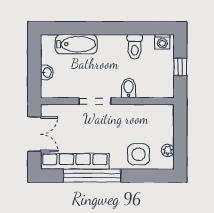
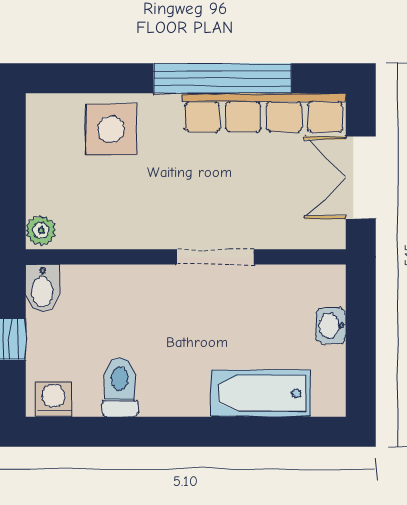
bidet: (129, 88) -> (42, 288), moved
plant: (168, 150) -> (41, 230), moved

